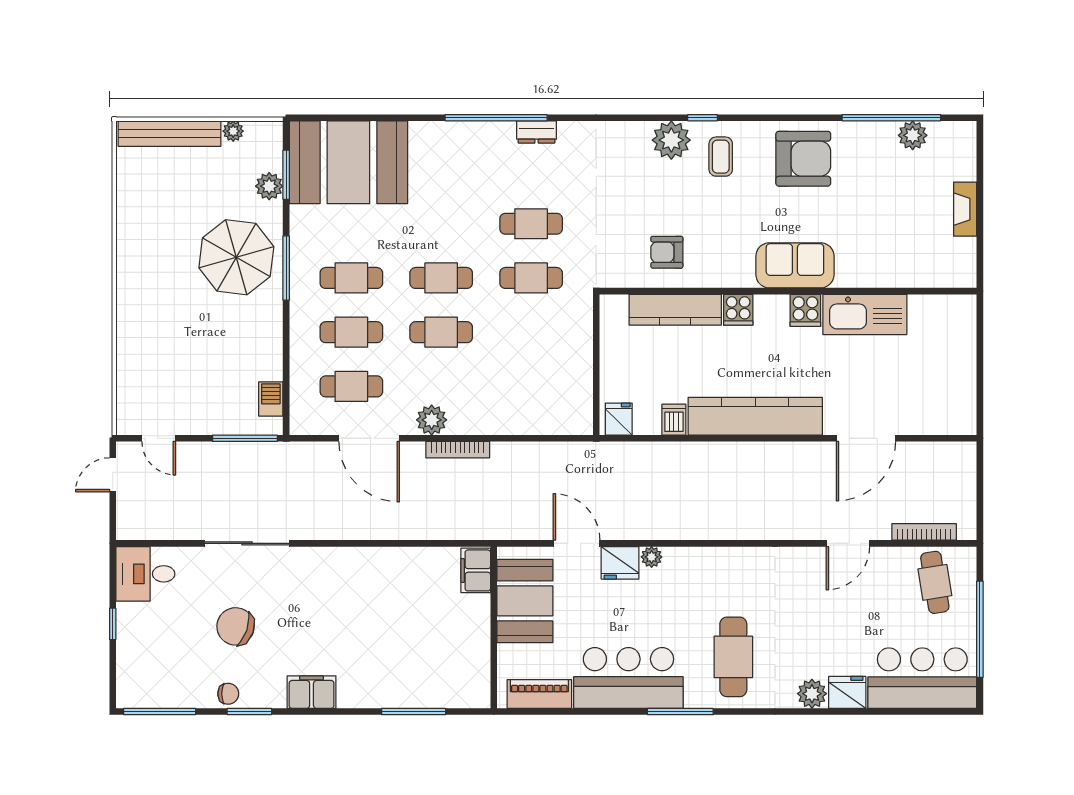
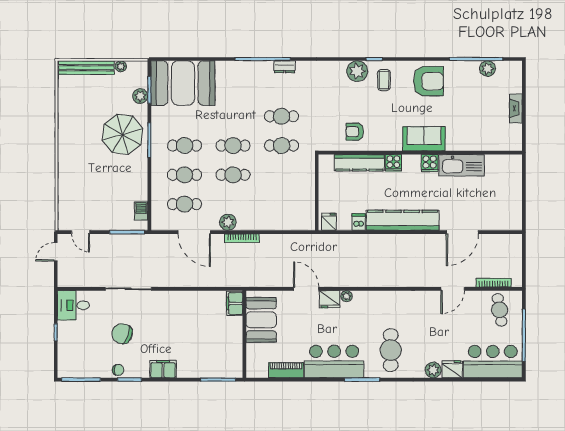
filing cabinet: (476, 570) -> (235, 303), moved
booth: (525, 601) -> (261, 320), moved
wall: (494, 627) -> (244, 334), moved

